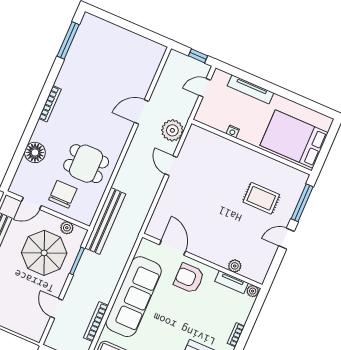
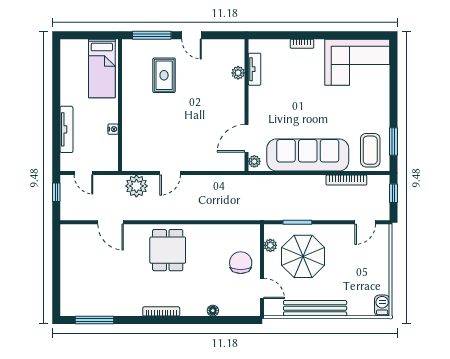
door: (142, 112) -> (111, 222), moved
bed: (294, 139) -> (102, 69), width x0.67
floor lamp: (35, 152) -> (213, 311), width x0.53, depth x0.53
dining table: (86, 164) -> (168, 250), moved
chair: (63, 194) -> (241, 263), turned 90
bench: (105, 221) -> (248, 212), removed
armchair: (189, 278) -> (268, 111), removed
plant: (253, 291) -> (254, 161), moved
door: (56, 308) -> (365, 222), moved

